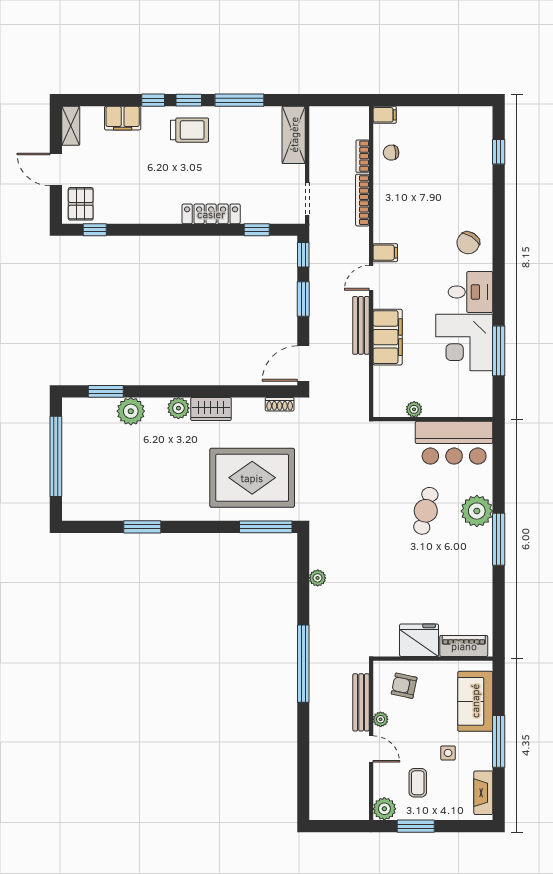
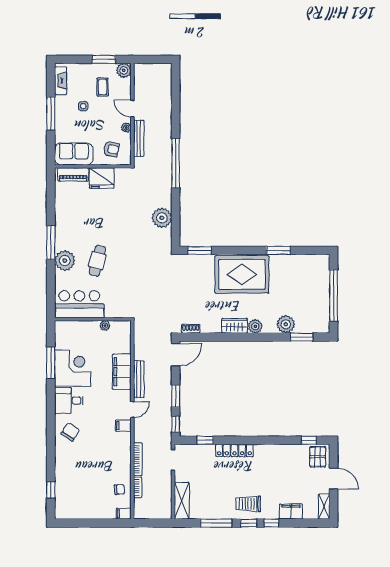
rug: (252, 478) -> (242, 274), moved
window: (266, 527) -> (200, 250), width x0.69
plant: (318, 578) -> (162, 218), width x1.88, depth x1.88
sofa: (475, 701) -> (74, 154), moved, turned -90

